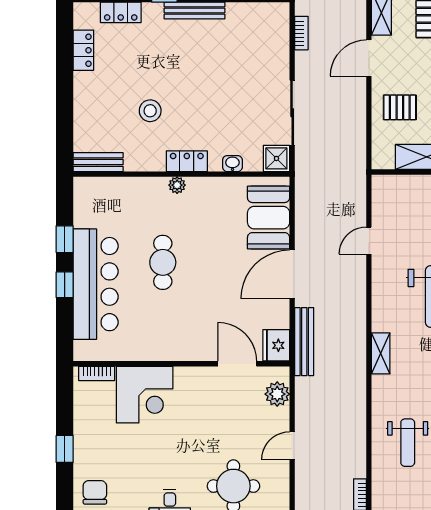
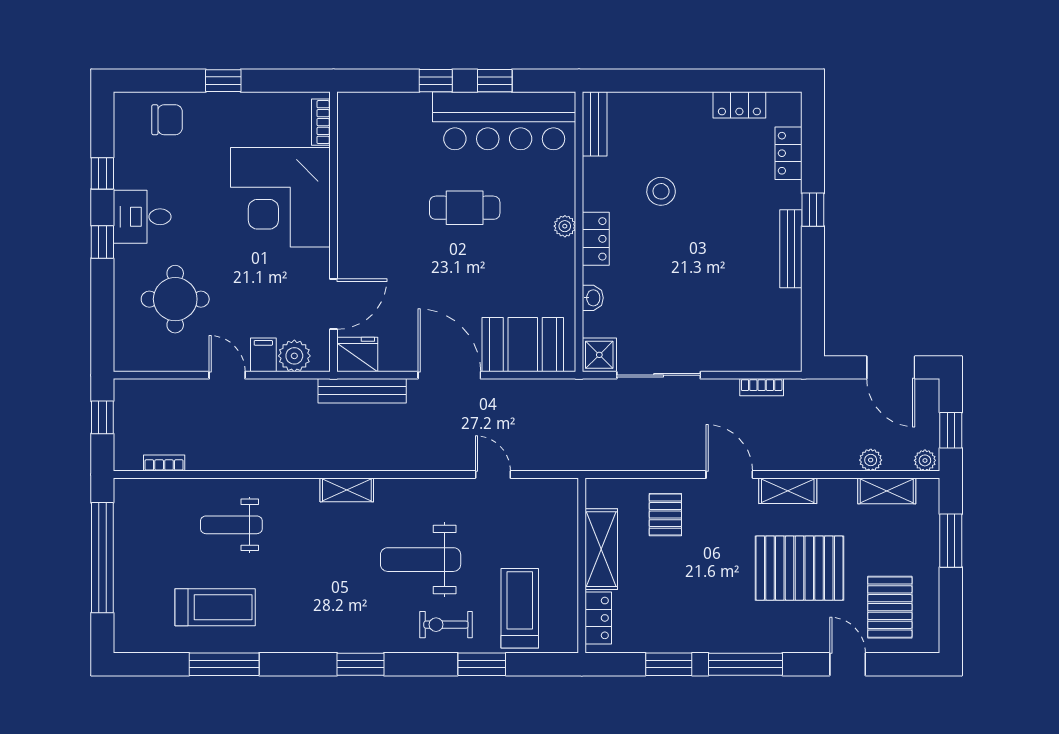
bar counter: (96, 284) -> (504, 121), moved
corner desk: (145, 395) -> (280, 197), width x1.36, depth x1.36
filing cabinet: (276, 418) -> (263, 355), added

